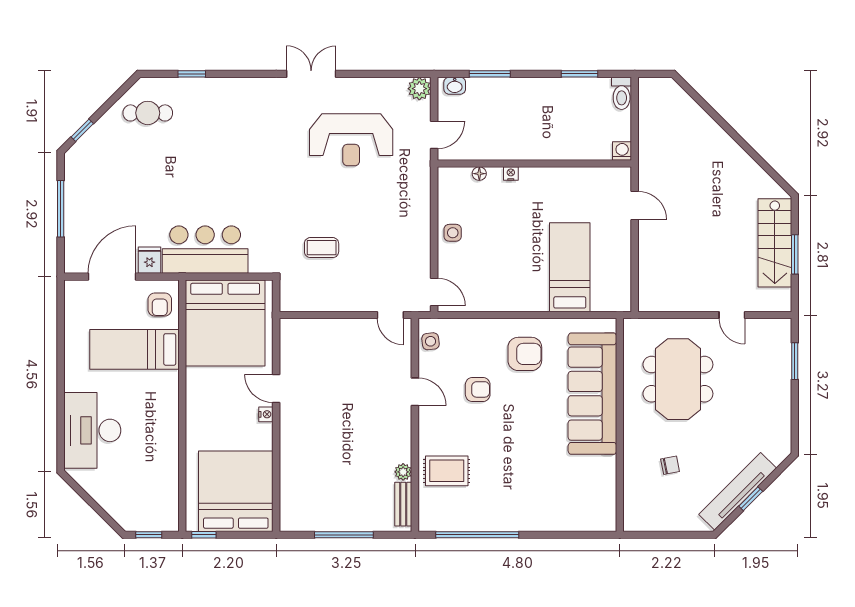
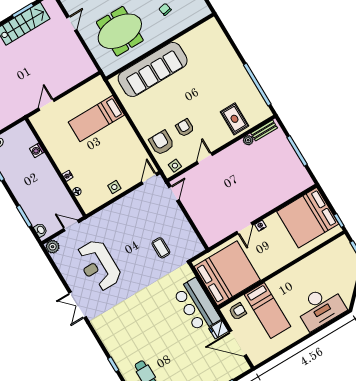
reception desk: (351, 140) -> (98, 265), turned 180
washing machine: (622, 151) -> (37, 150), moved
armchair: (525, 354) -> (162, 143), moved

